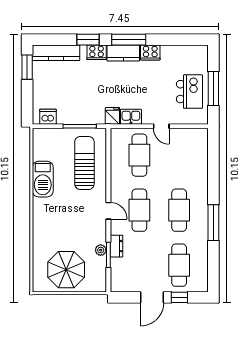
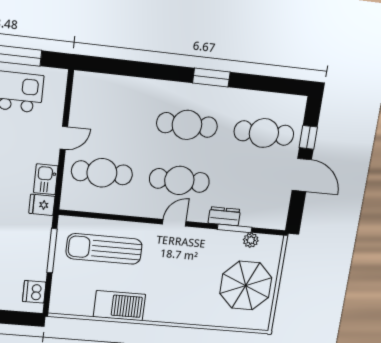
window: (213, 223) -> (211, 78), width x0.69
plant: (101, 250) -> (251, 240), moved

